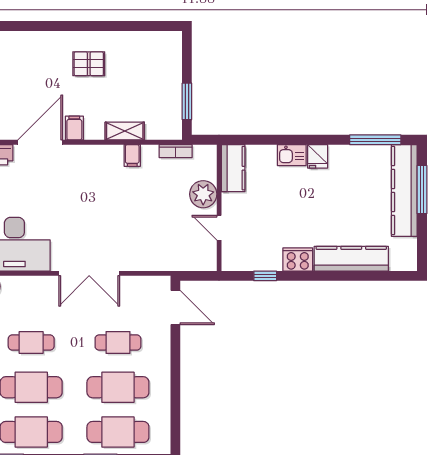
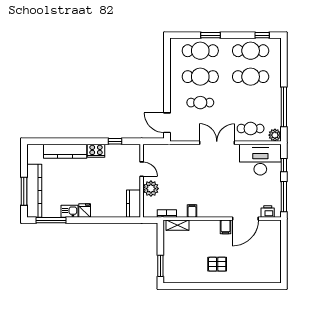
window: (187, 101) -> (160, 266), moved
shelving: (125, 131) -> (177, 225), moved
kitchen sink: (292, 155) -> (70, 211), moved
cafe table: (31, 342) -> (251, 129), moved

